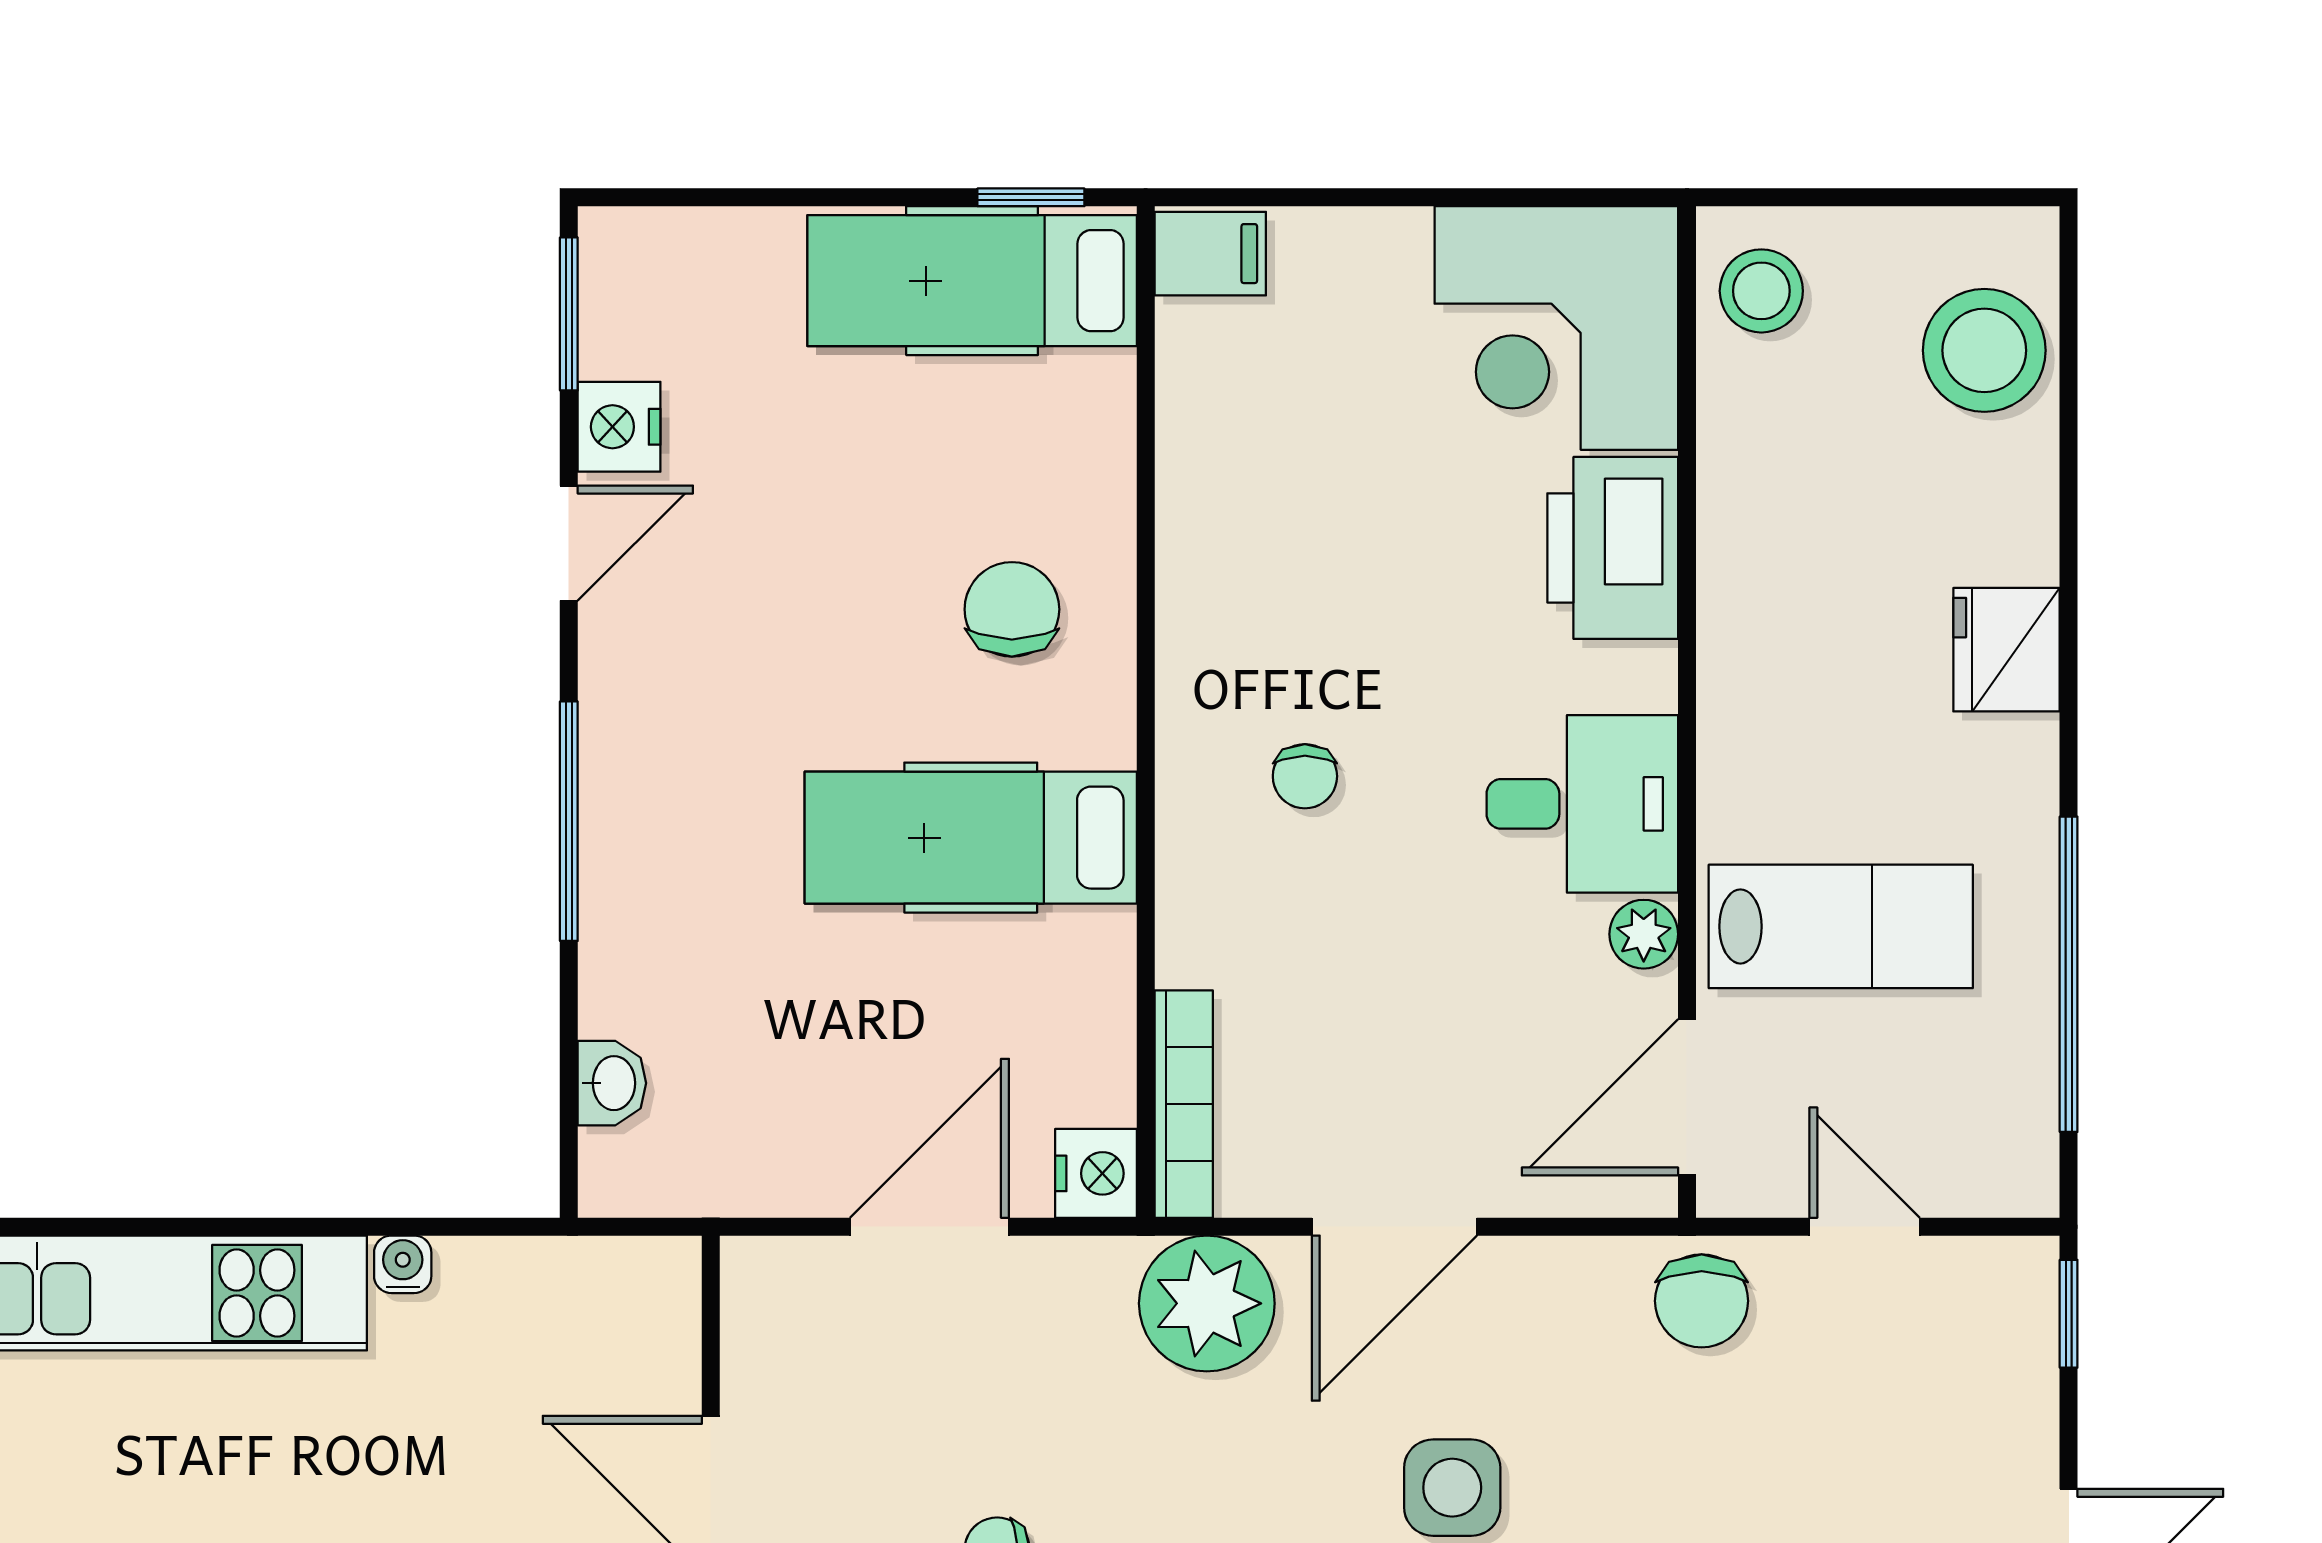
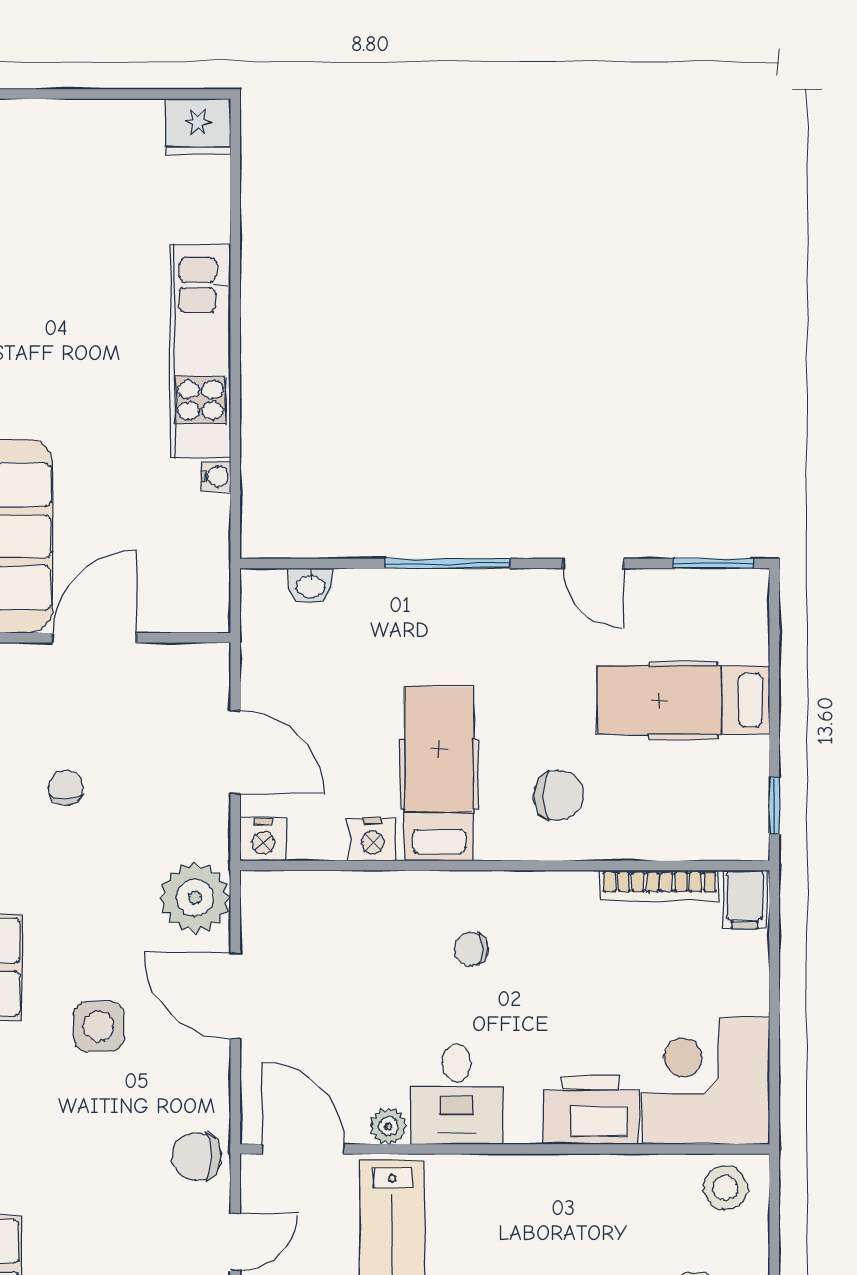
hospital bed: (972, 281) -> (683, 700), moved, turned -90
nightstand: (619, 427) -> (372, 839), moved, turned 180
bookcase: (1184, 1104) -> (660, 885), moved

